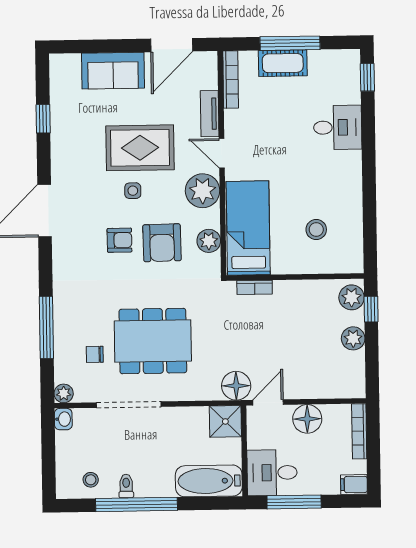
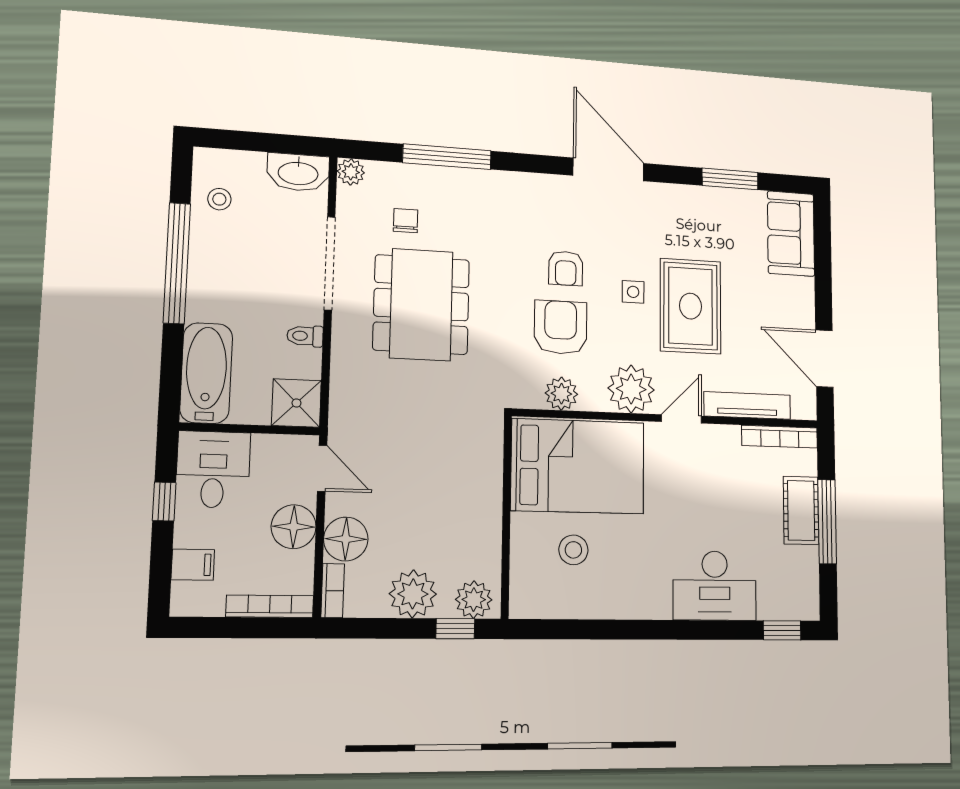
sofa: (113, 71) -> (791, 234), moved
tv unit: (210, 114) -> (747, 406), width x1.41
window: (43, 119) -> (730, 179), width x1.50
desk: (338, 127) -> (715, 586), width x1.37
bed: (248, 228) -> (578, 466), width x1.50
armchair: (162, 243) -> (561, 327), turned 91
bookcase: (255, 287) -> (333, 591), moved, turned 180
plant: (353, 338) -> (413, 594), width x1.36, depth x1.36
floor lamp: (236, 386) -> (346, 539), moved
washbasin: (63, 419) -> (298, 172), width x1.91, depth x1.45
filing cabinet: (354, 484) -> (193, 565), moved, turned 90
toilet: (126, 486) -> (305, 336), moved, turned 180
window: (294, 502) -> (164, 502), width x0.46

